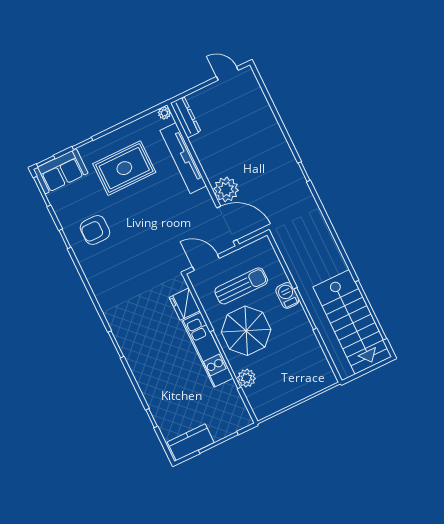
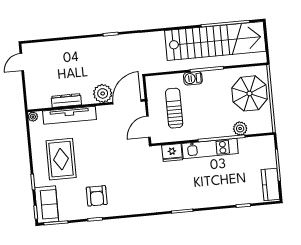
dresser: (186, 117) -> (66, 100), moved
stairs: (352, 322) -> (215, 41), width x1.36
parasol: (246, 331) -> (250, 93), moved

